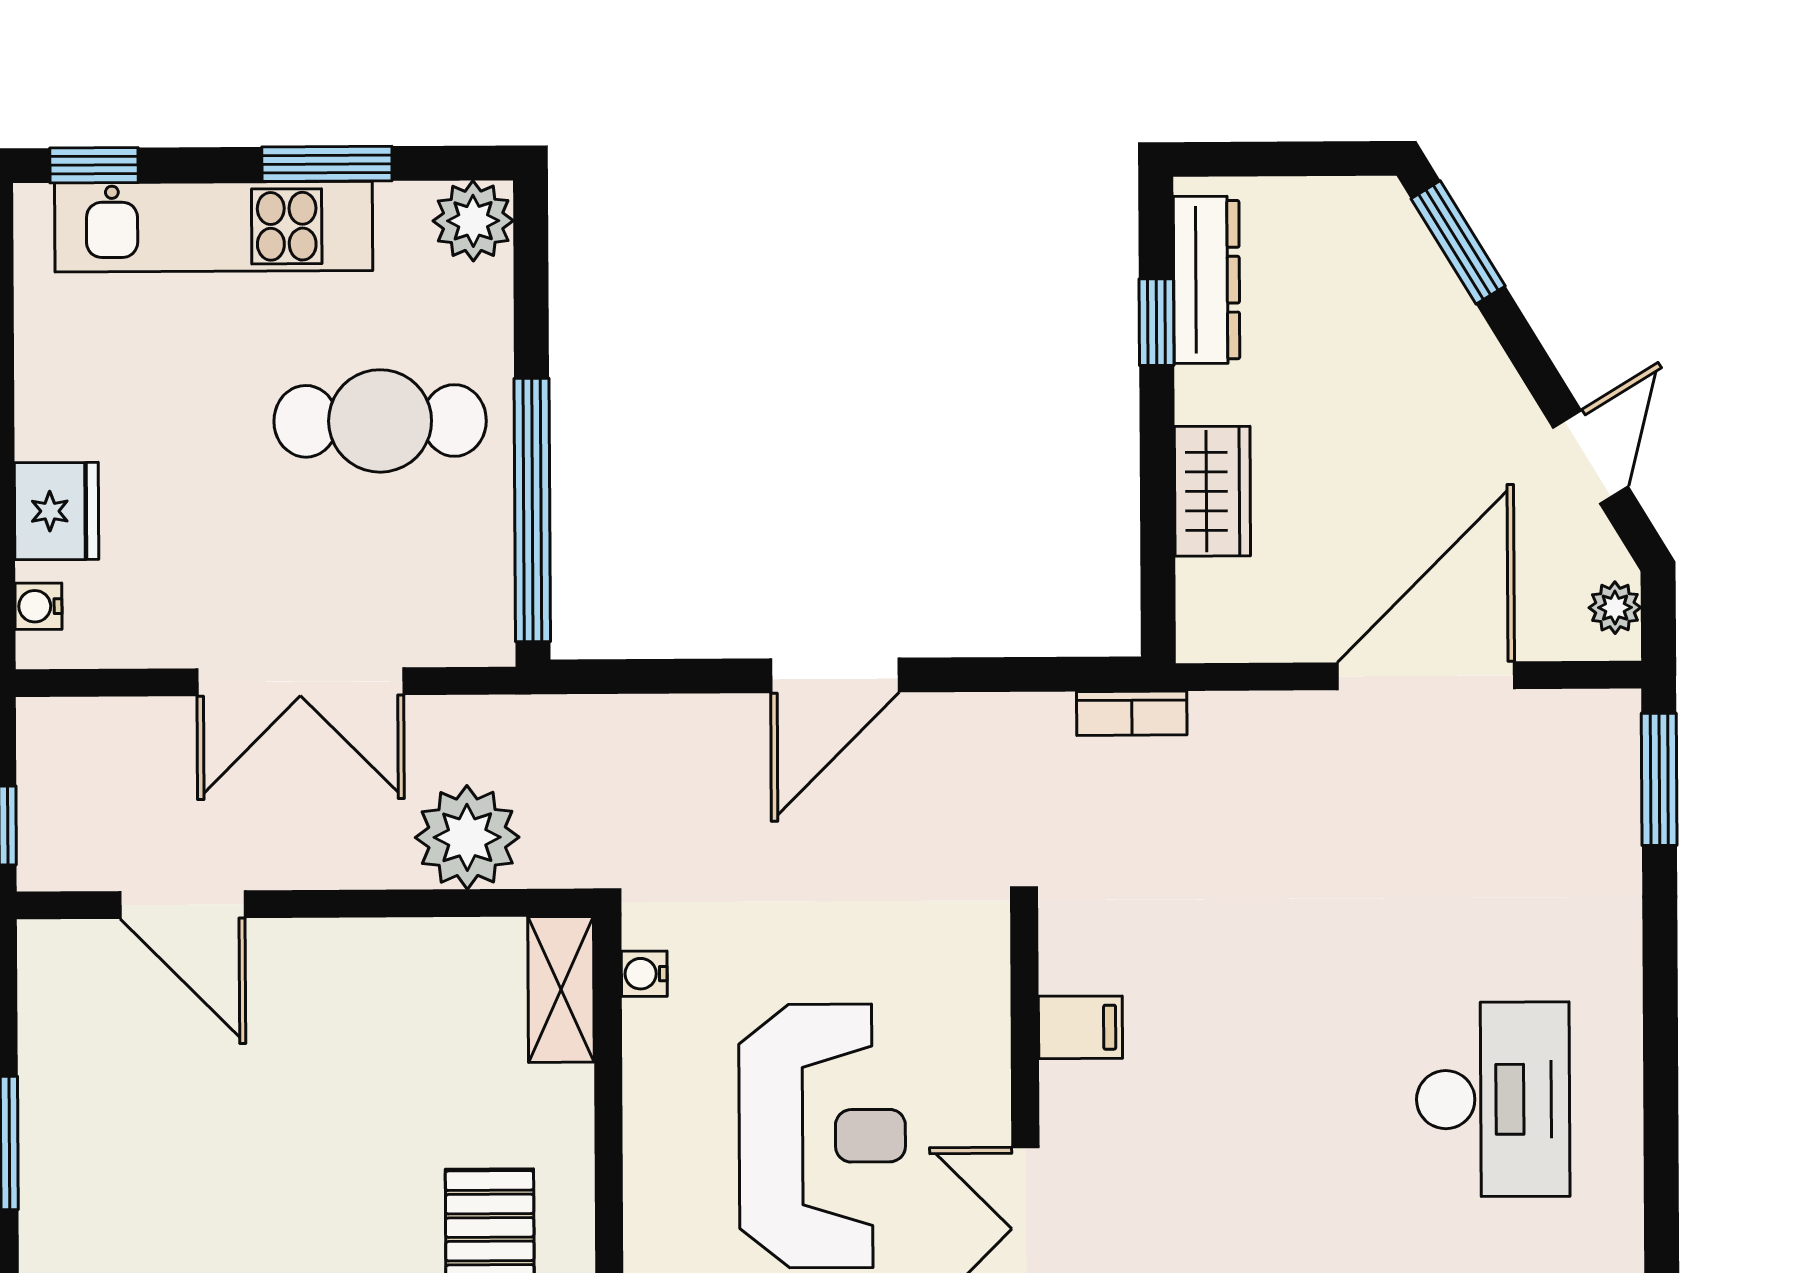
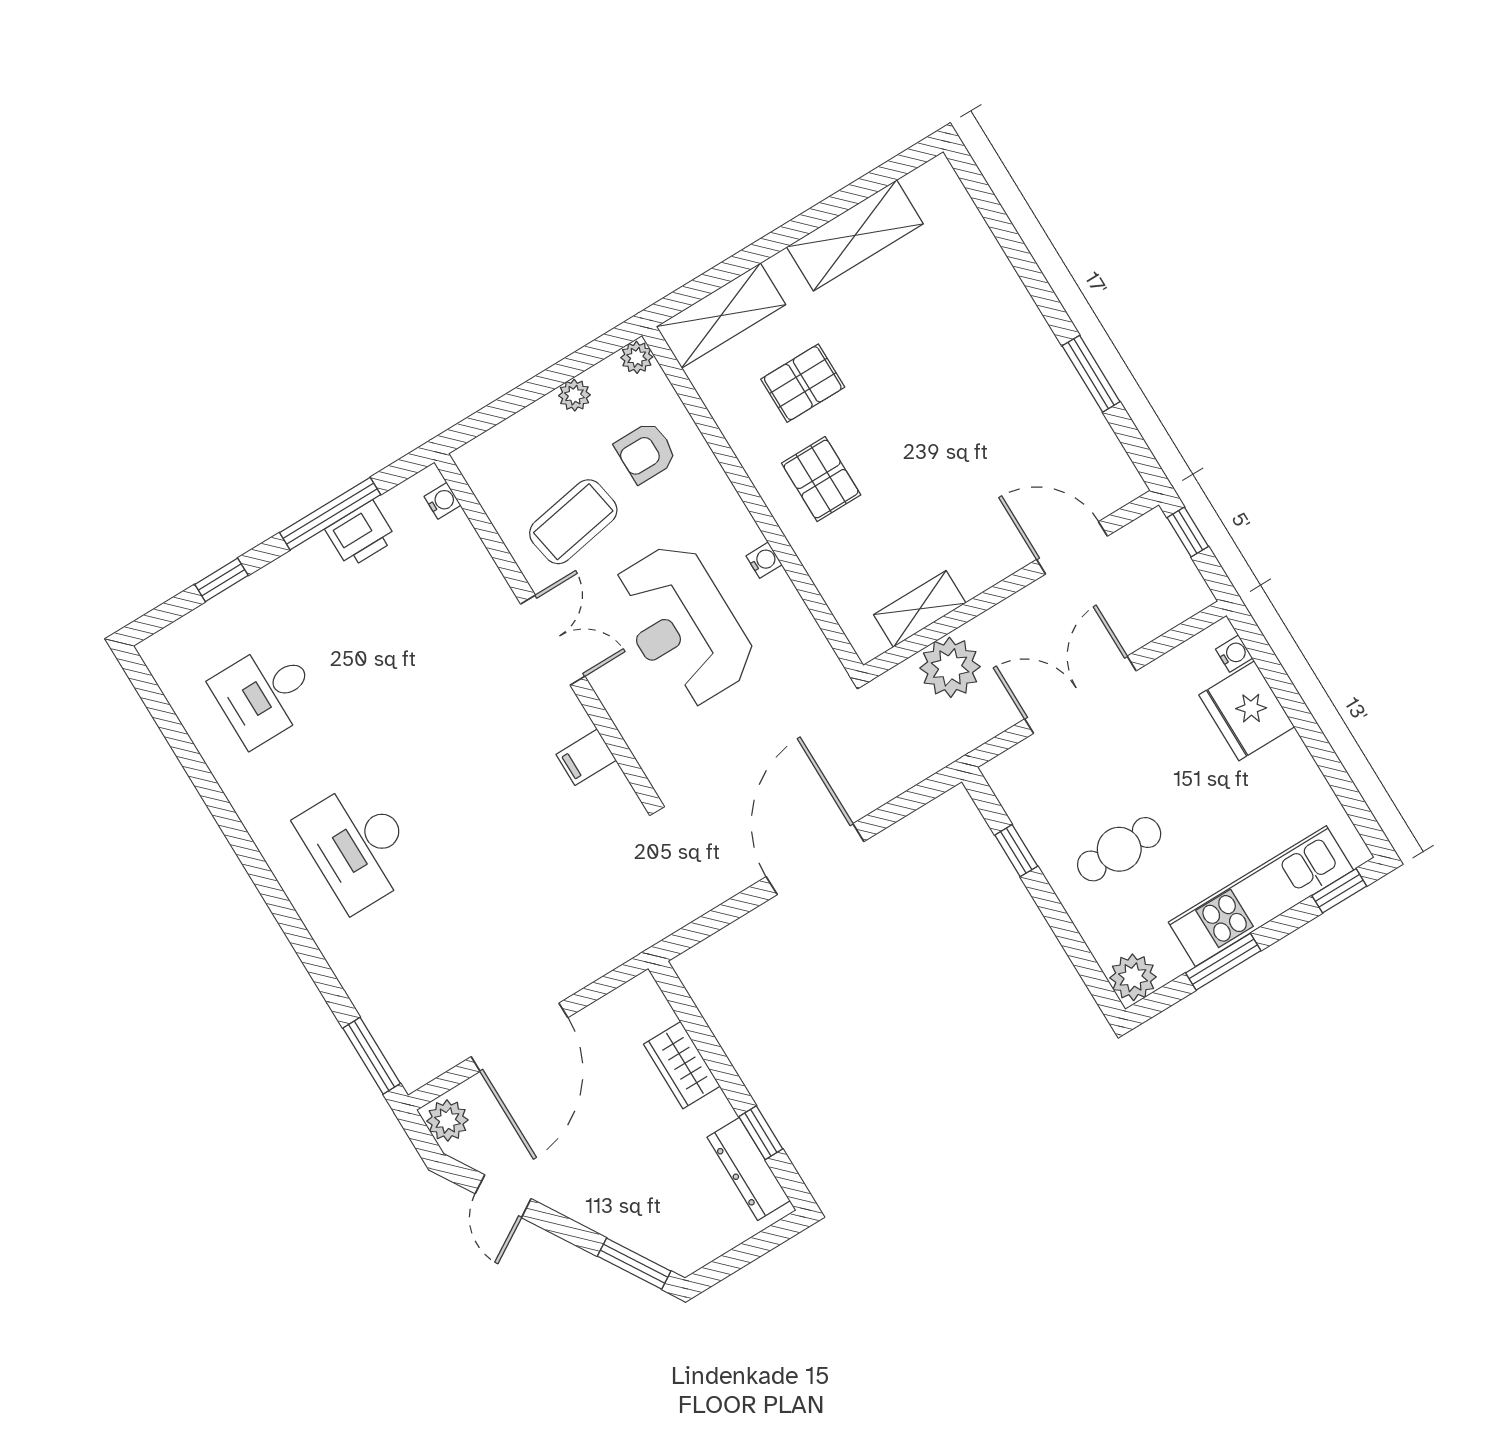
cafe table: (380, 421) -> (1119, 849), width x0.73, depth x0.74
window: (532, 510) -> (1016, 851), width x0.32
fridge: (56, 511) -> (1247, 711), width x1.36, depth x1.34
plant: (1615, 608) -> (447, 1121), width x1.38, depth x1.38
door: (835, 675) -> (815, 859), width x1.36
bookcase: (1132, 713) -> (655, 930), removed
water cooler: (644, 974) -> (764, 560), moved
shelving: (561, 989) -> (920, 609), moved, turned 90

